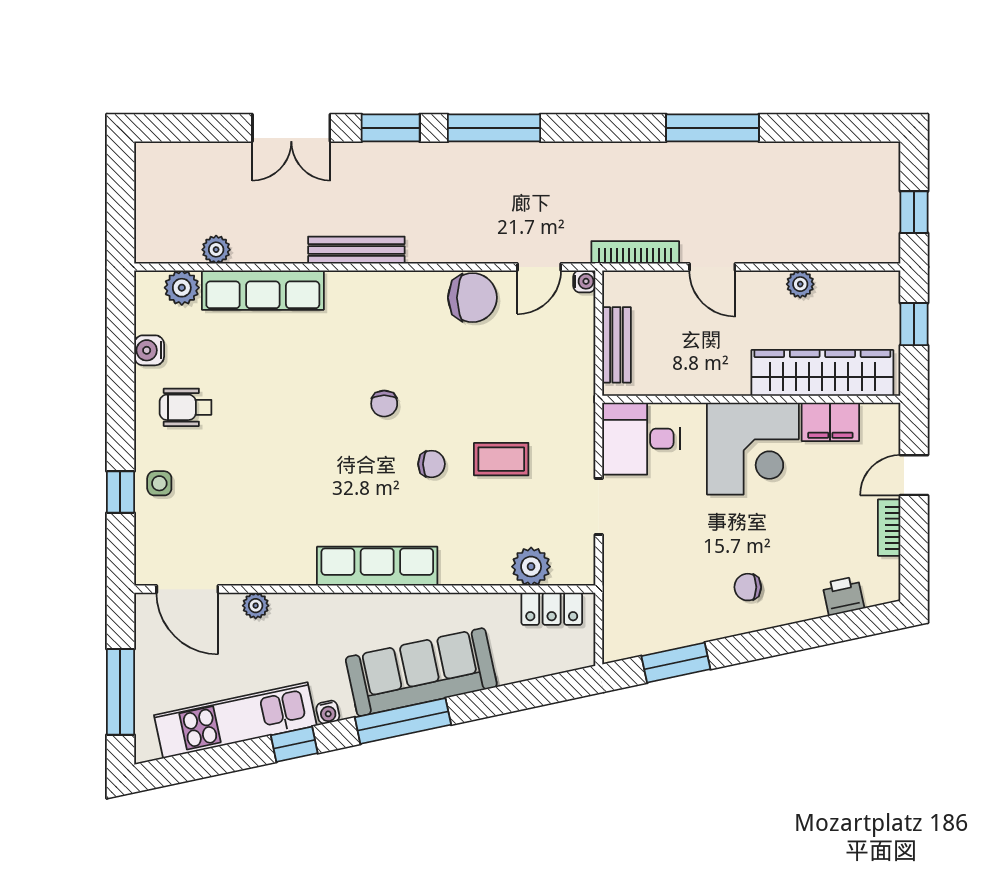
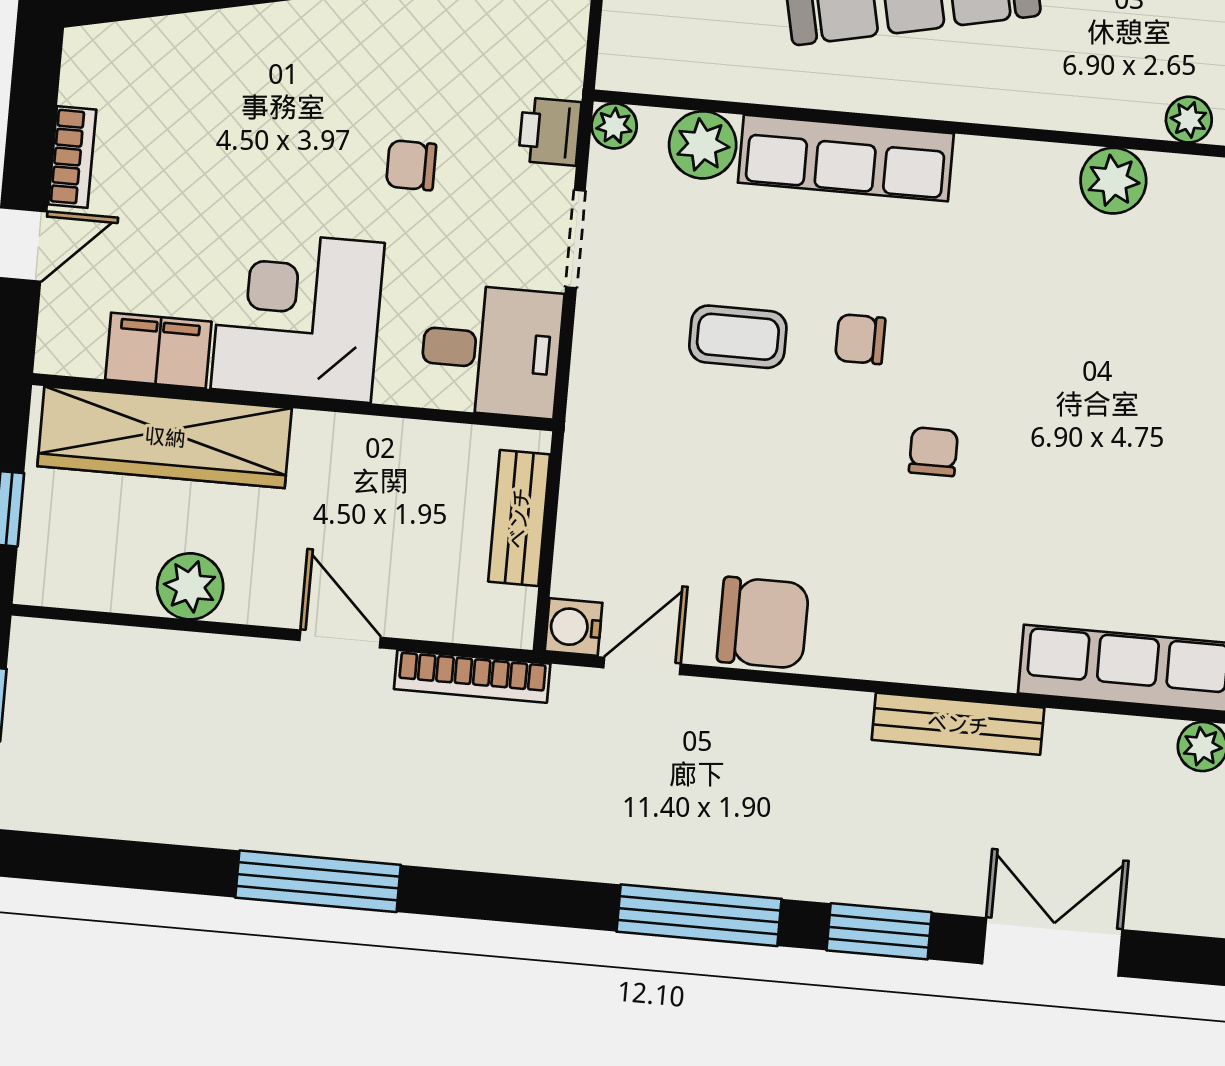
water cooler: (584, 281) -> (573, 627), width x1.38, depth x1.38
plant: (800, 284) -> (190, 586), width x1.38, depth x1.38
chair: (472, 298) -> (763, 623), turned 180
row of seats: (377, 566) -> (846, 158), moved
plant: (295, 567) -> (1113, 181), added
plant: (582, 573) -> (614, 126), added
chair: (748, 587) -> (411, 165), moved, turned 180
printer: (843, 596) -> (550, 131), moved, turned 102
locker: (552, 609) -> (673, 68), removed

